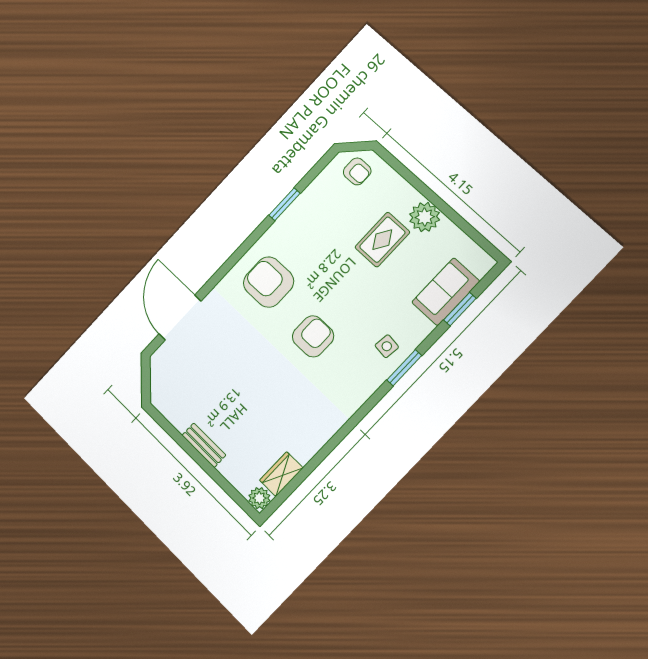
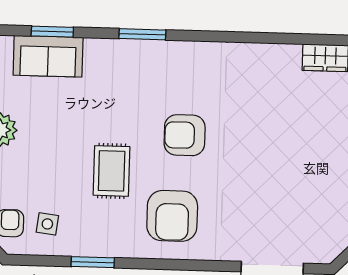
rug: (382, 240) -> (112, 171), moved, turned 90
side table: (387, 346) -> (47, 224), moved

